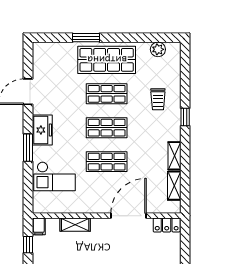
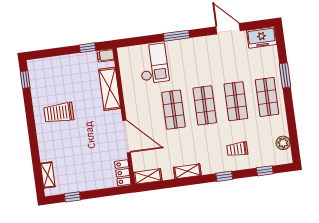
shop shelf: (107, 60) -> (267, 97), width x0.70, depth x0.74
window: (185, 73) -> (265, 171), added
freezer: (42, 130) -> (262, 37), moved
checkout: (54, 176) -> (154, 64), turned 180
shelving: (174, 186) -> (148, 176), moved
shelving: (75, 225) -> (110, 89), width x1.50, depth x1.33

